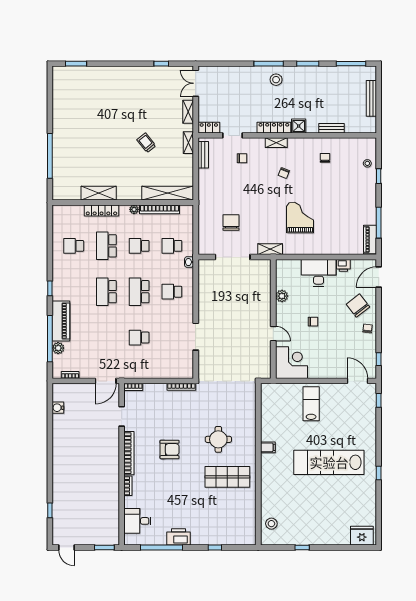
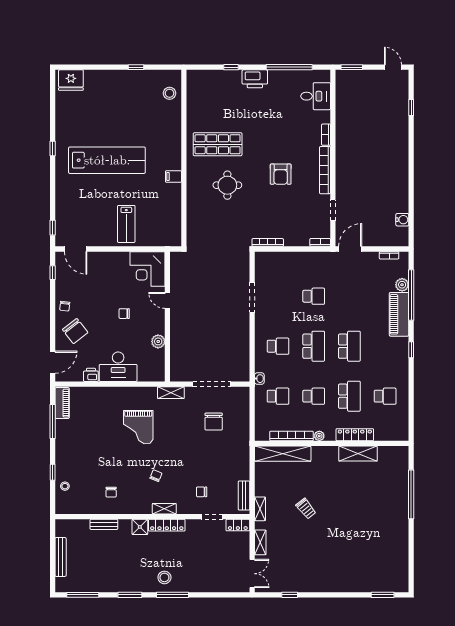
armchair: (170, 449) -> (281, 174), turned -90
printer: (178, 537) -> (255, 79), moved

